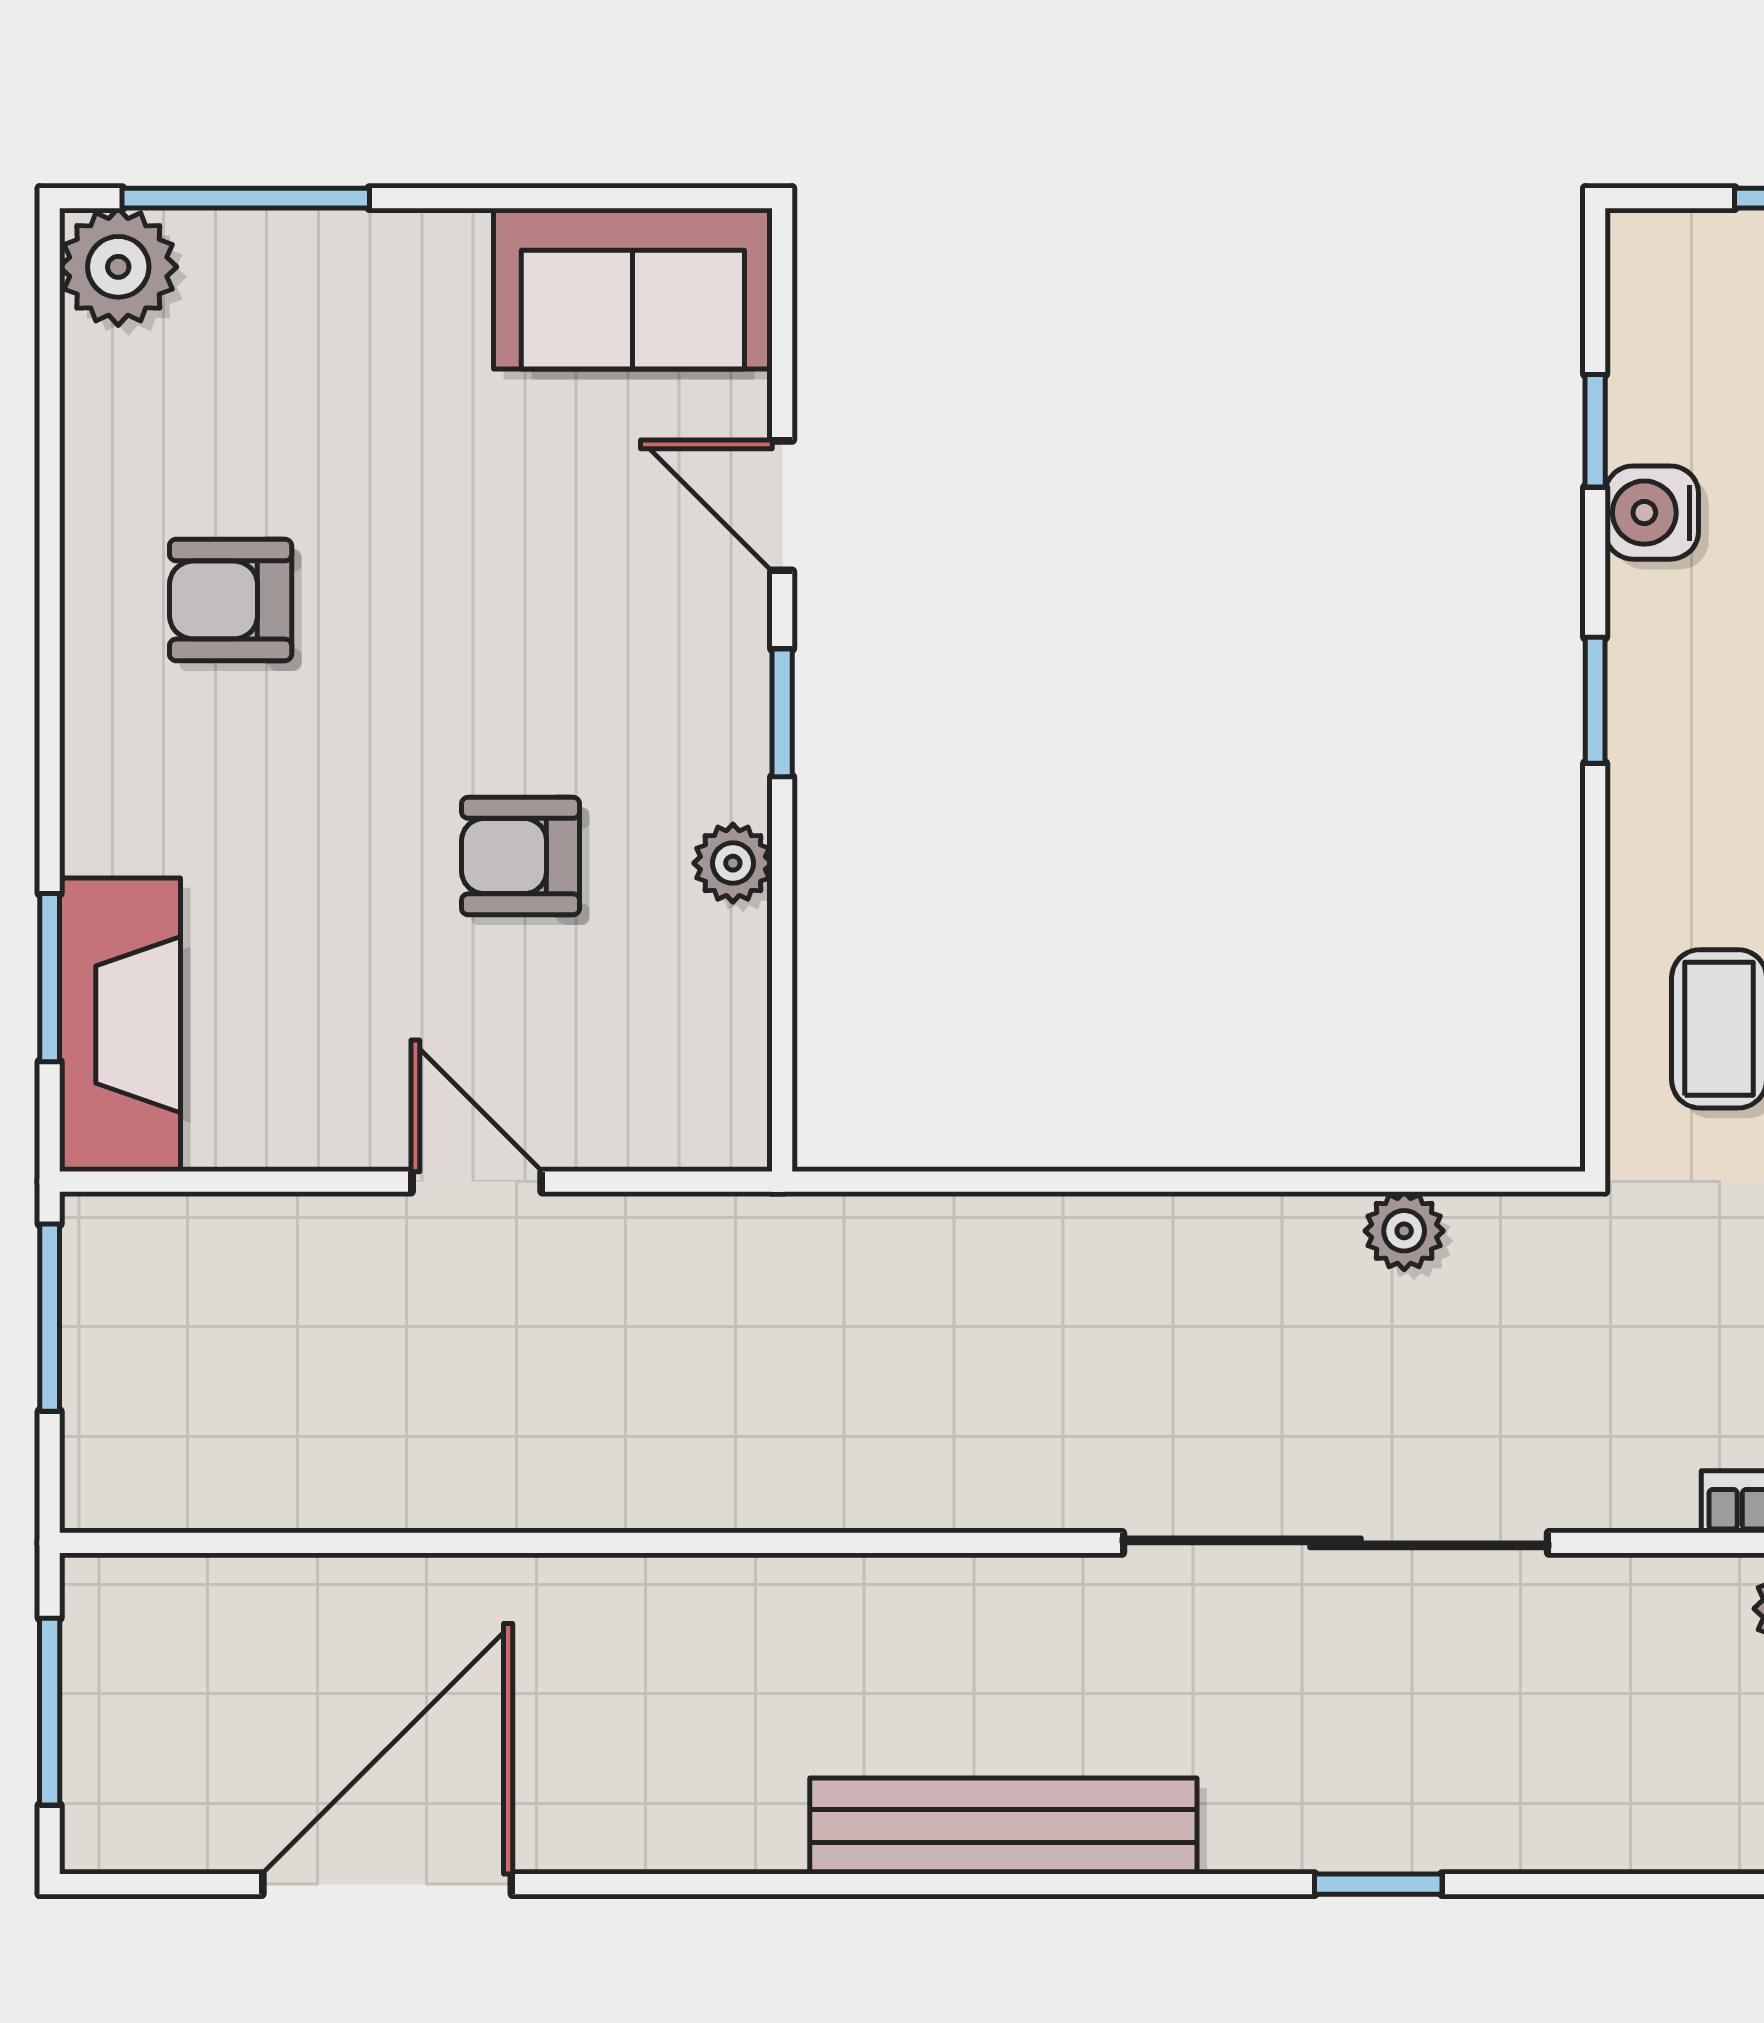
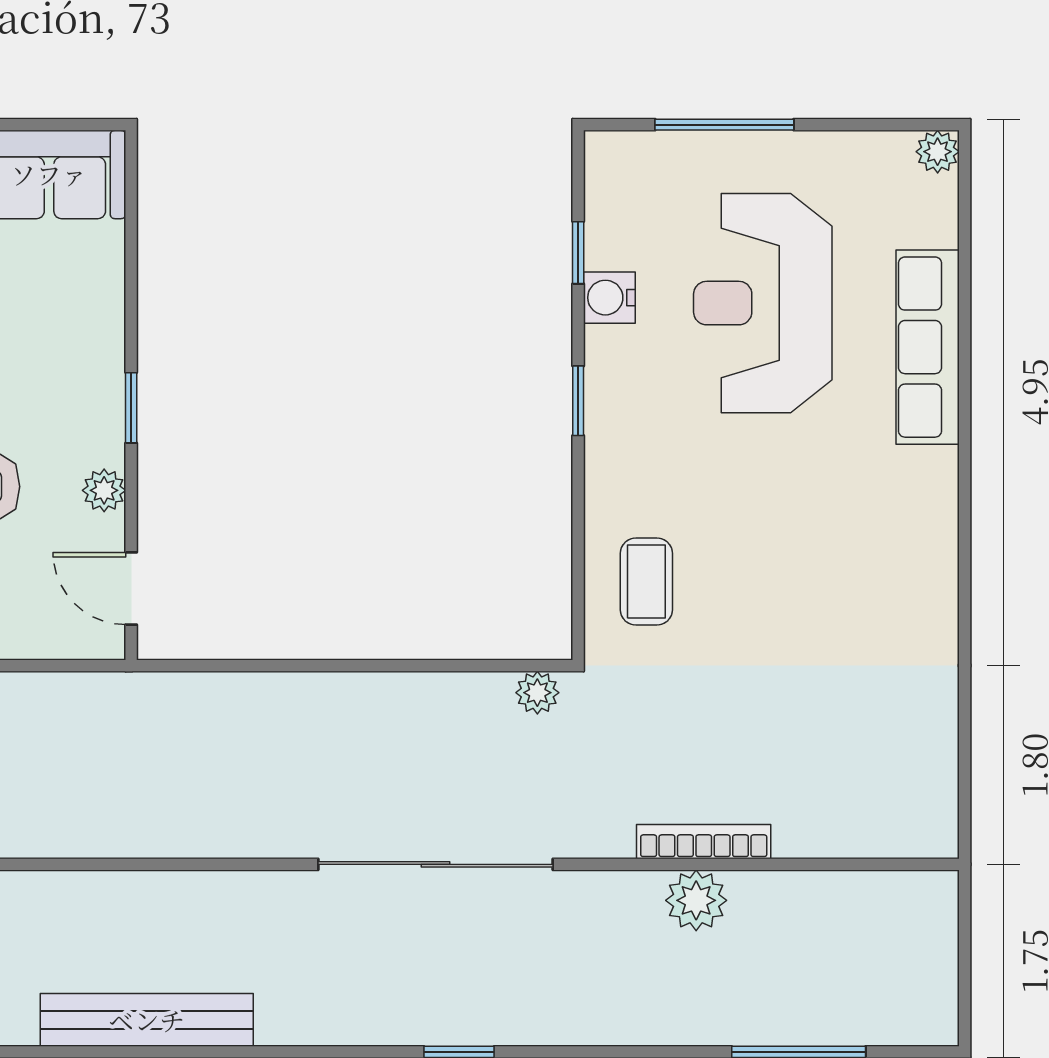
door: (782, 506) -> (131, 588), moved
plant: (1404, 1231) -> (537, 693), moved
bench: (1003, 1826) -> (147, 1020), moved

